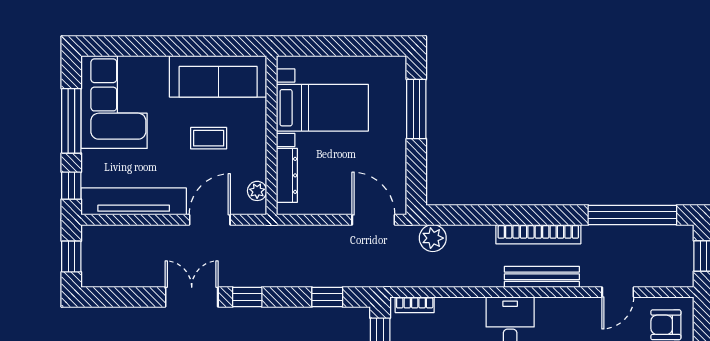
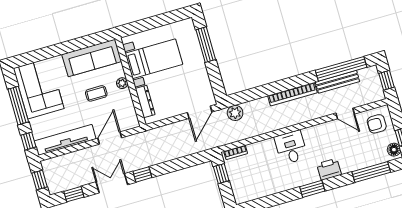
plant: (257, 191) -> (122, 83), moved
door: (373, 220) -> (200, 112), swing flipped
bench: (542, 277) -> (337, 82), moved
door: (618, 292) -> (345, 113), hinge flipped
window: (327, 297) -> (74, 194), moved

